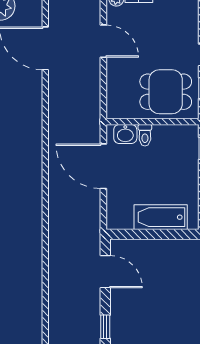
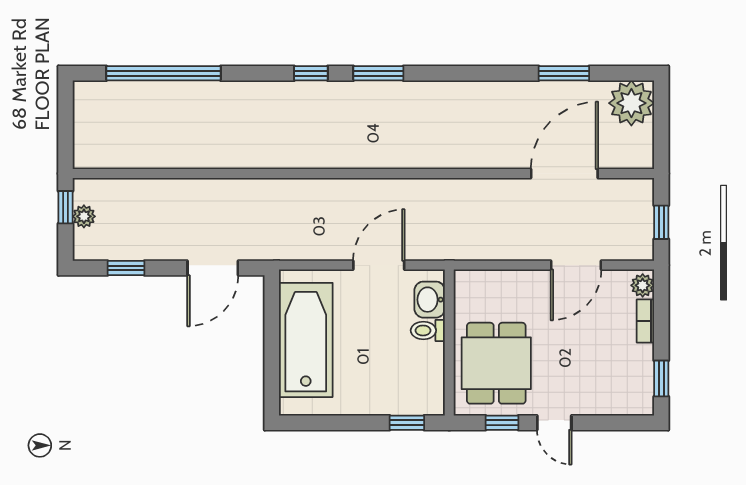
door: (103, 166) -> (379, 265), width x0.73
bathtub: (161, 217) -> (306, 340), width x1.36, depth x1.36

